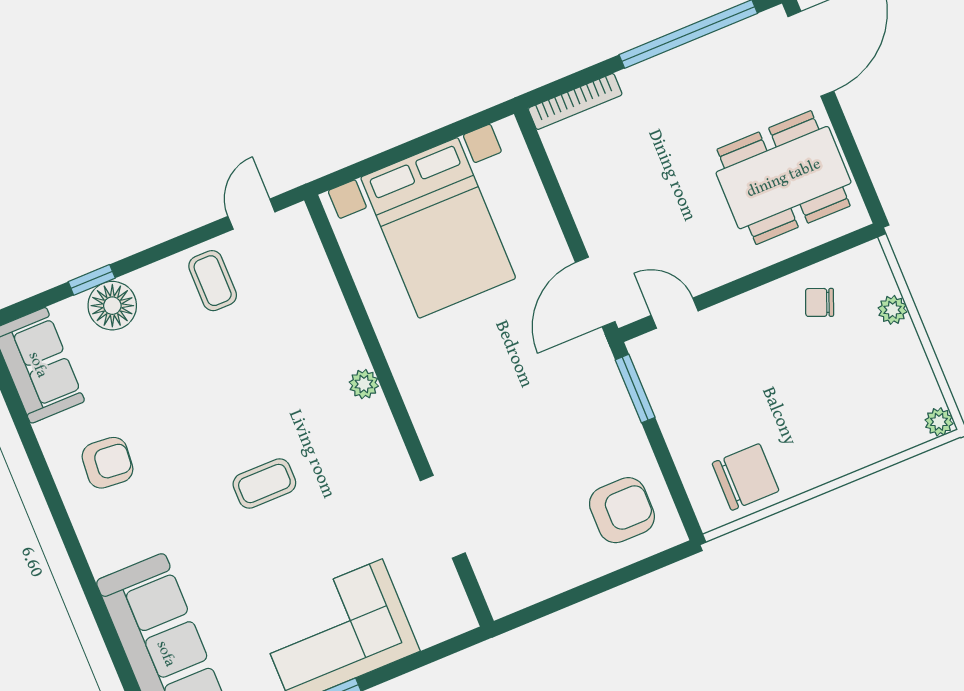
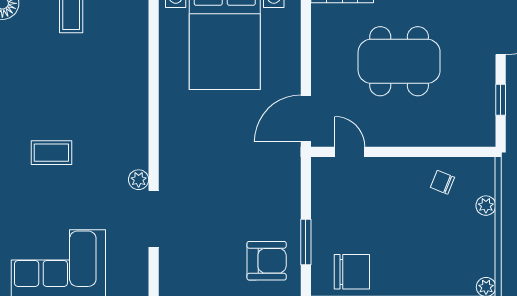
window: (853, 156) -> (501, 100), added
dining table: (784, 178) -> (399, 61), moved
plant: (364, 384) -> (139, 180), moved
window: (635, 389) -> (306, 242), moved

